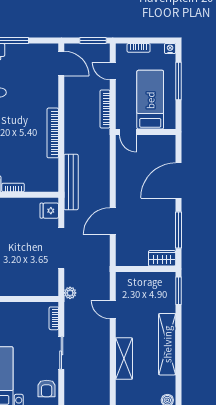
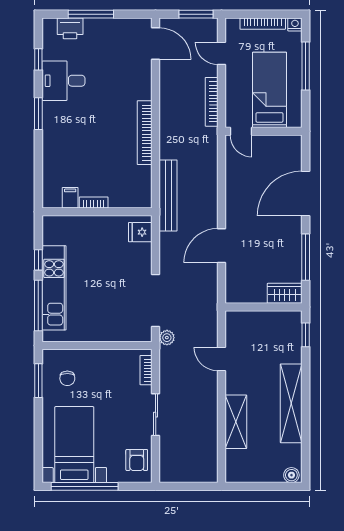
bookcase: (139, 48) -> (263, 24), width x1.56
doorway: (61, 248) -> (156, 301), moved
window: (178, 291) -> (306, 335), width x0.67

